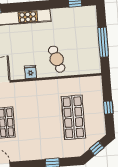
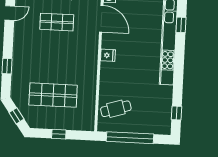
window: (103, 42) -> (130, 138), width x1.46
cafe table: (57, 59) -> (116, 109), moved

